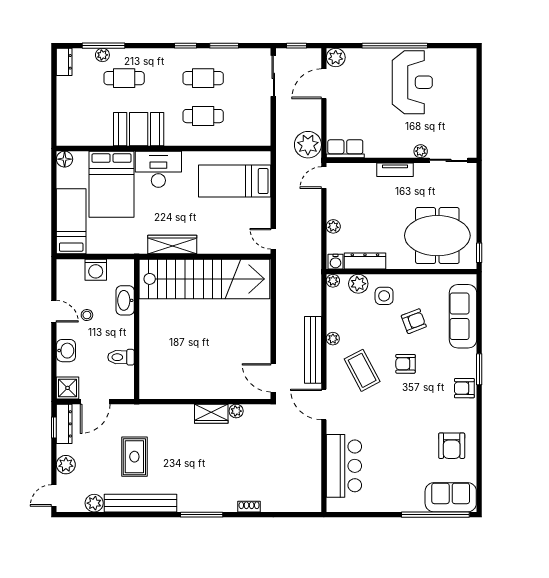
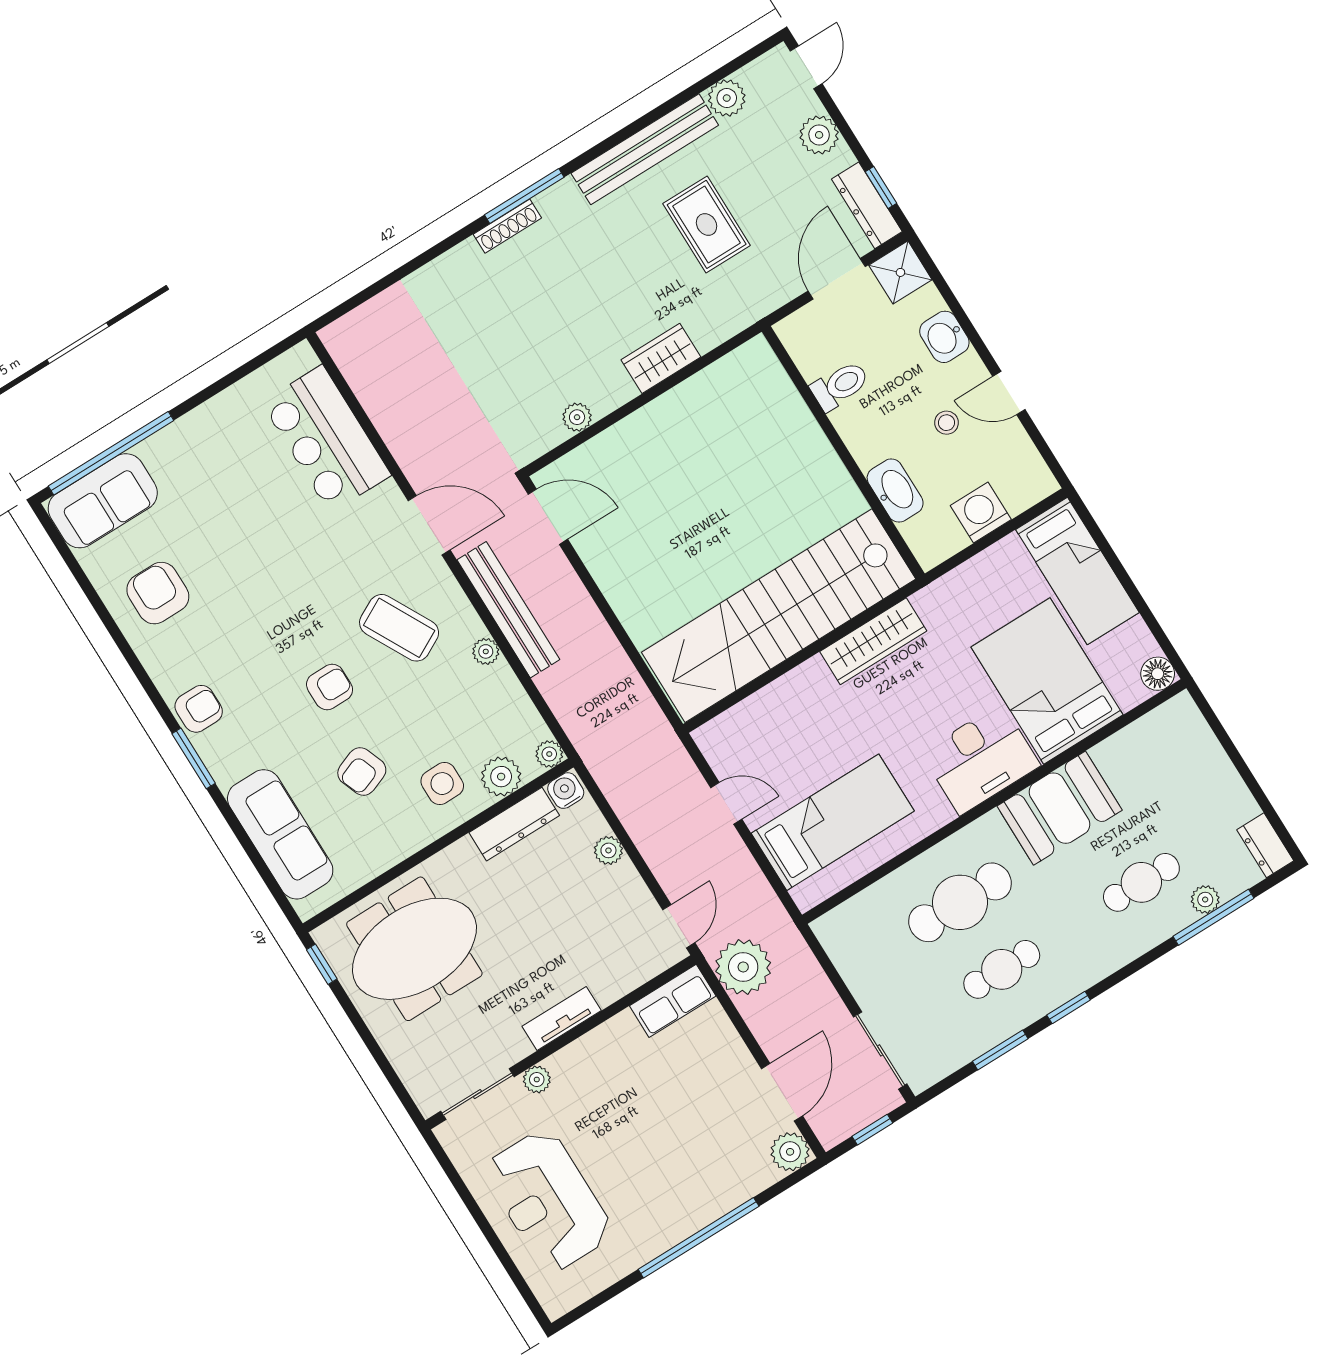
reception desk: (412, 82) -> (548, 1201), moved
cafe table: (203, 116) -> (960, 902), width x1.37, depth x1.35
door: (273, 239) -> (726, 803), moved
wardrobe: (211, 414) -> (661, 358), moved
shoe rack: (249, 507) -> (507, 226), moved, width x1.43

